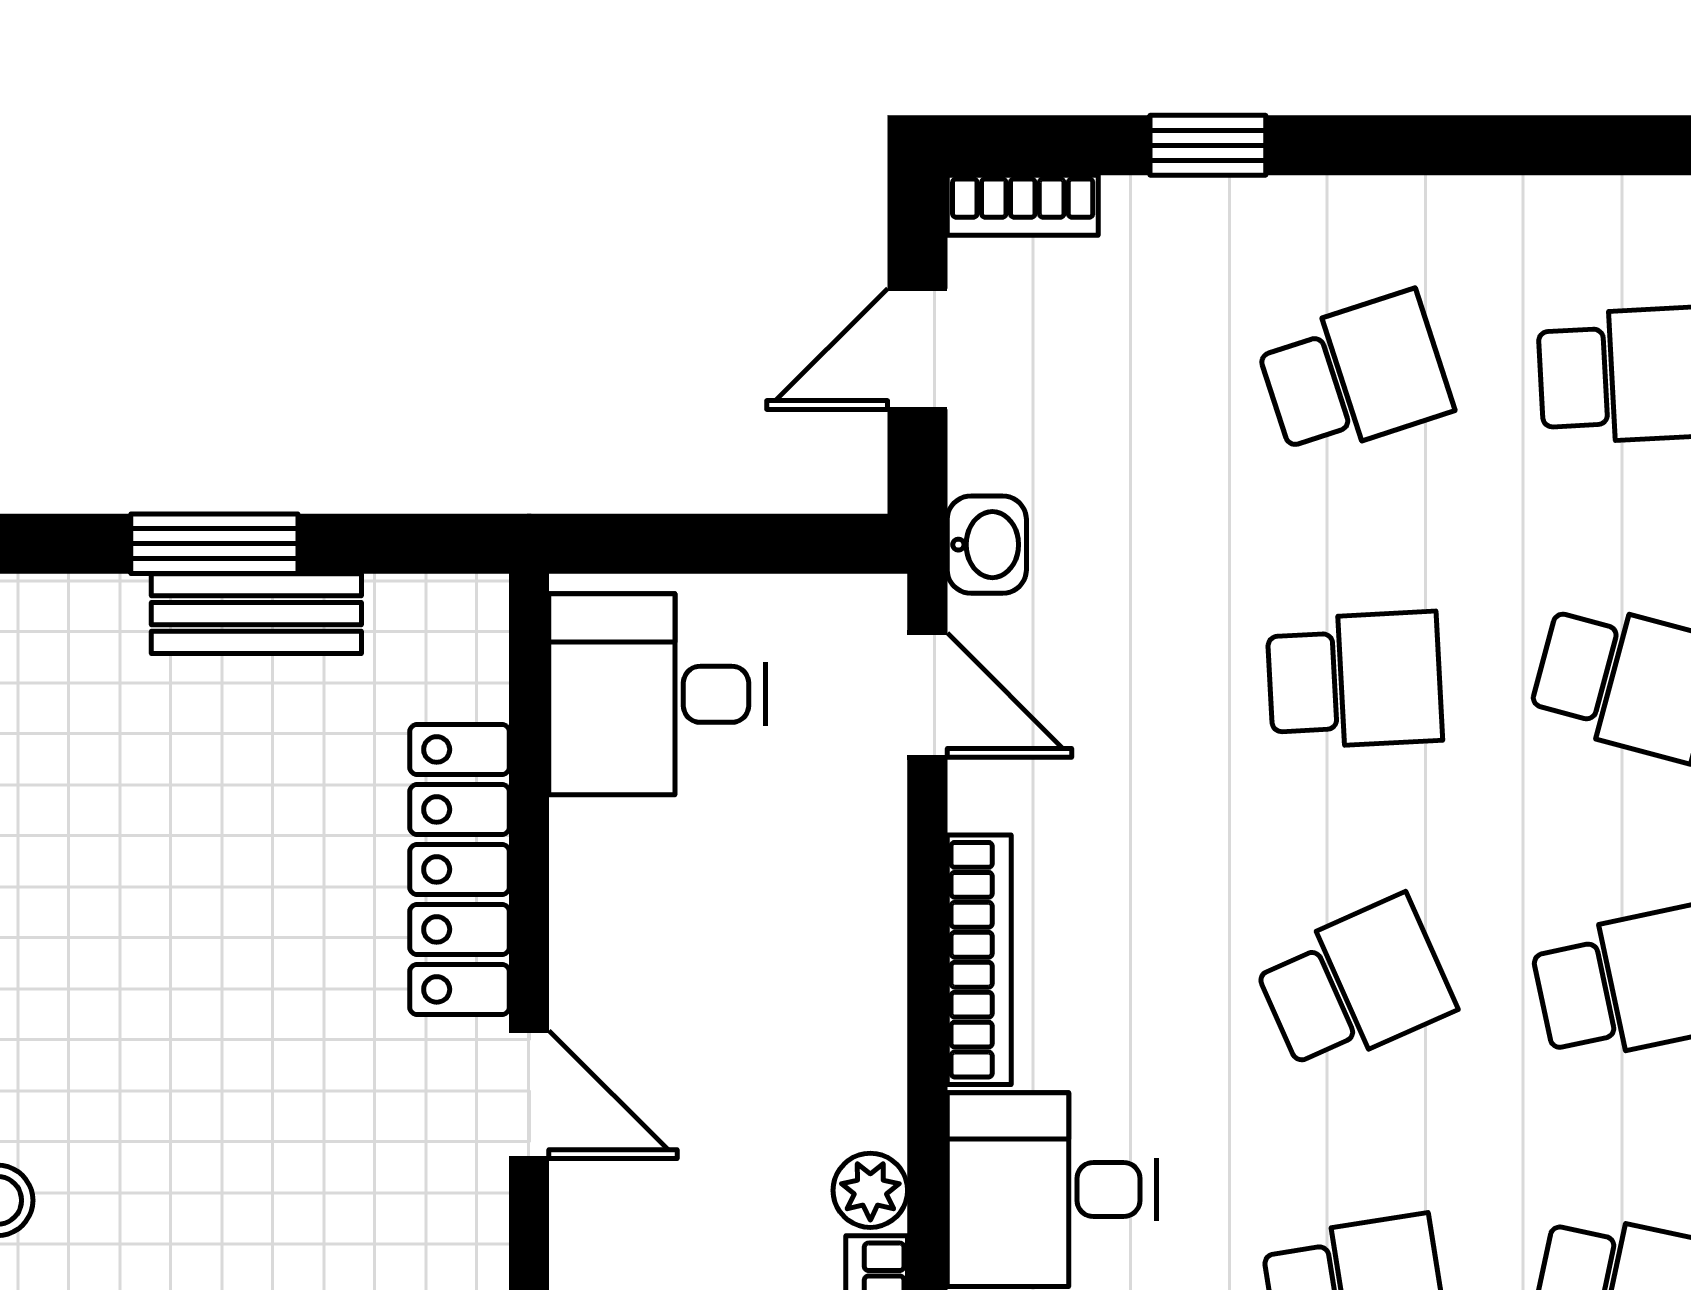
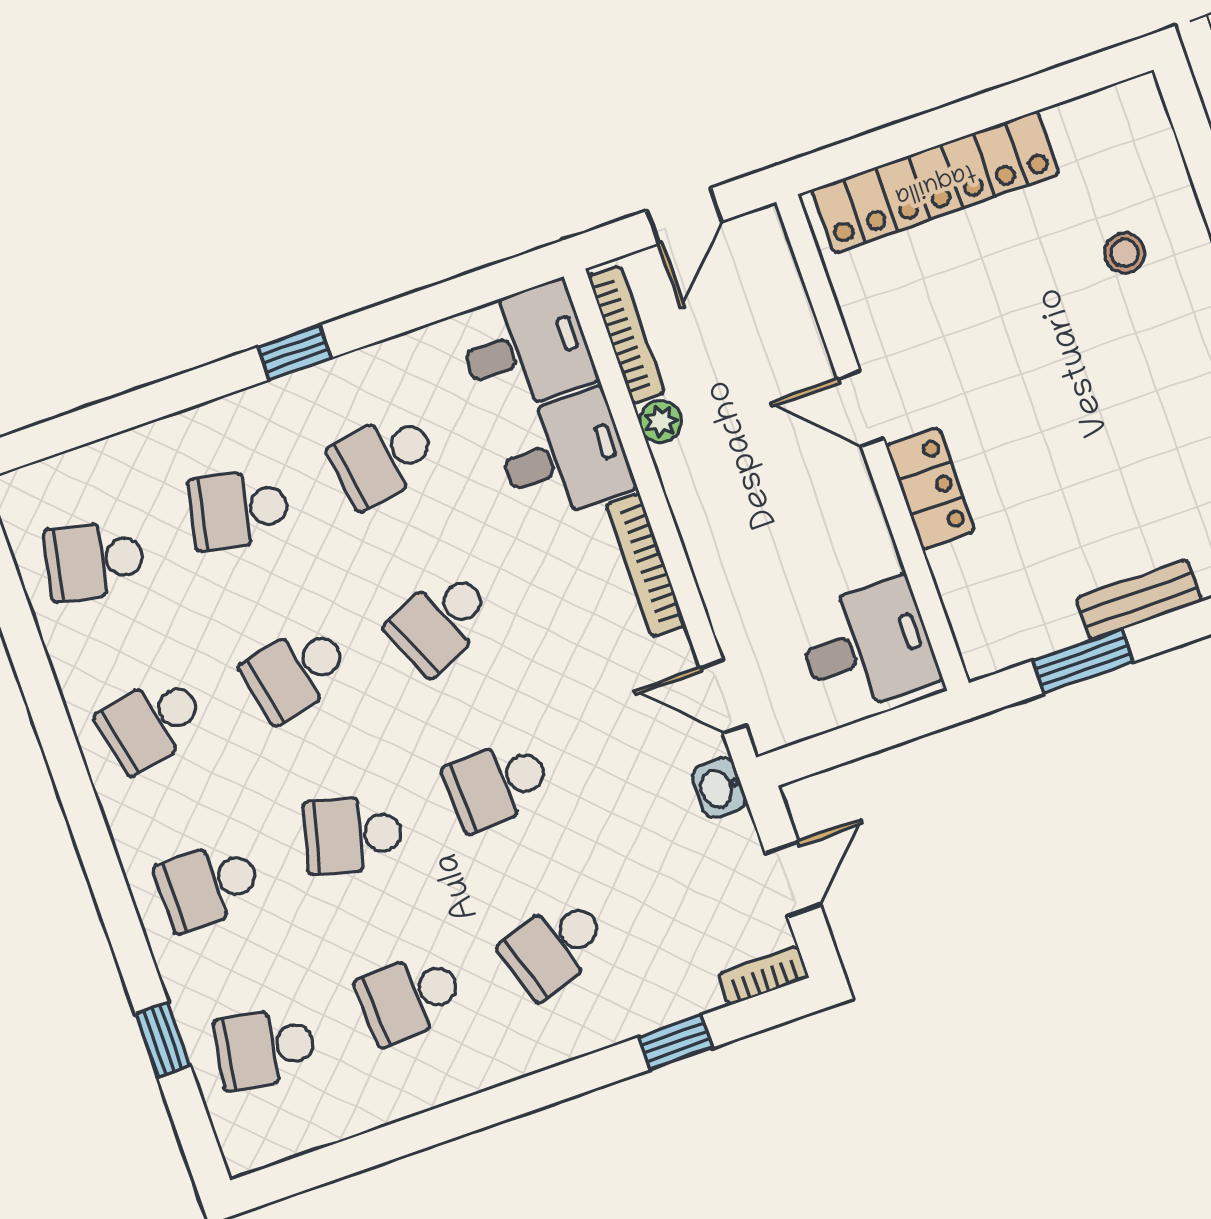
window: (214, 544) -> (1083, 661), moved
bench: (256, 614) -> (1139, 600), moved
locker: (459, 869) -> (930, 488), width x0.66

